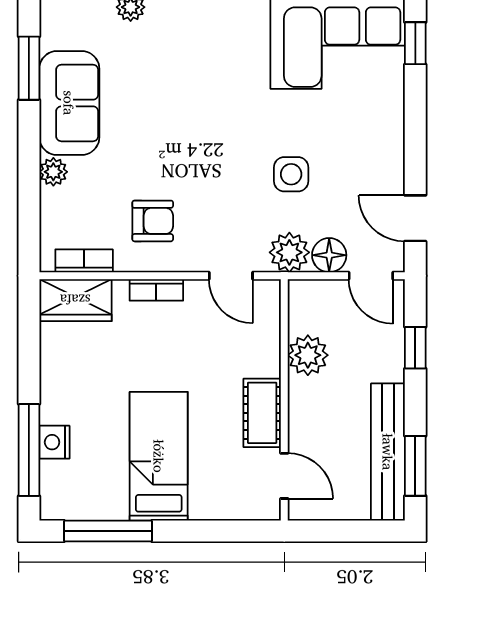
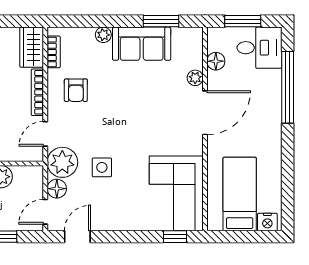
plant: (289, 252) -> (62, 162), width x1.36, depth x1.36
bookcase: (156, 290) -> (37, 92), width x1.56

